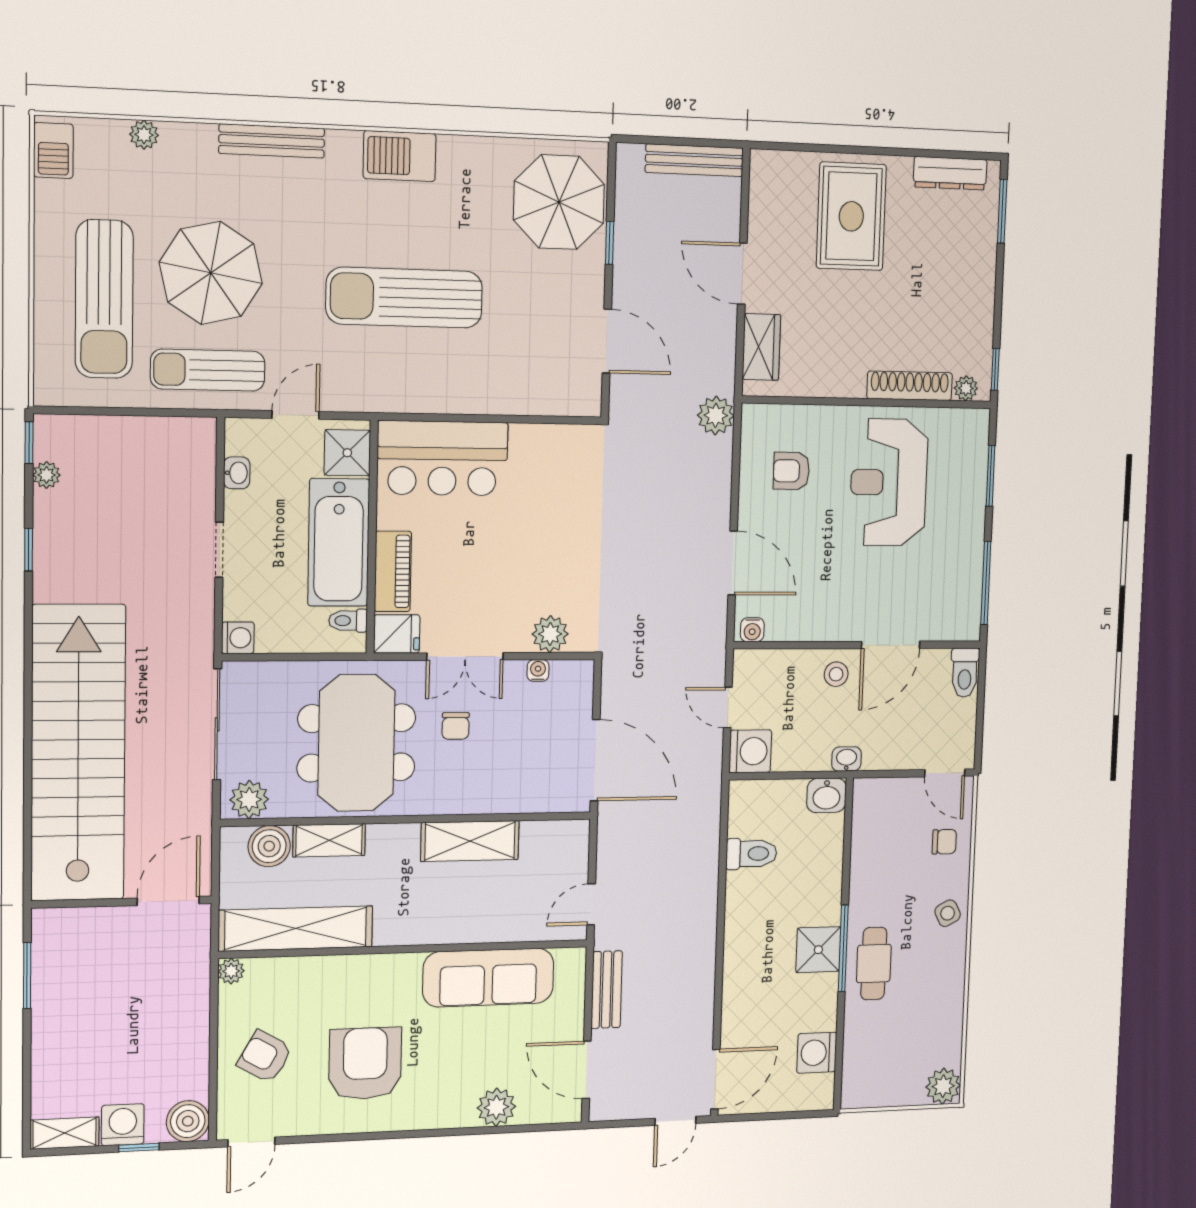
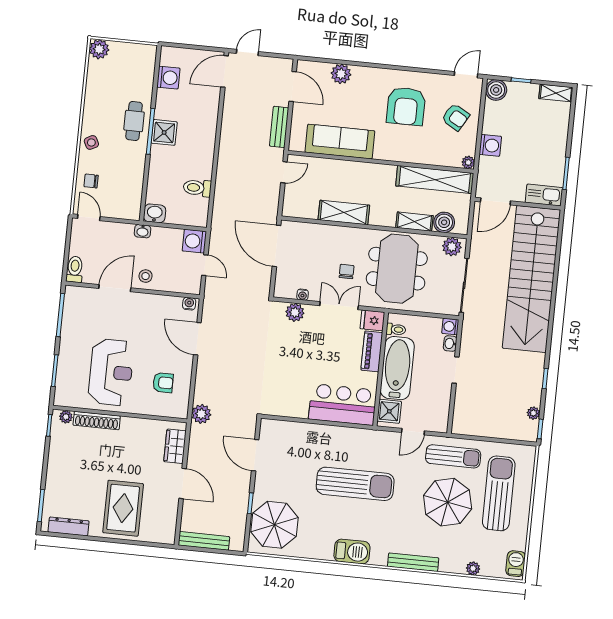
washbasin: (237, 473) -> (450, 344), moved
kitchen sink: (69, 926) -> (544, 195), added
washing machine: (123, 1125) -> (490, 145), moved, turned -90

